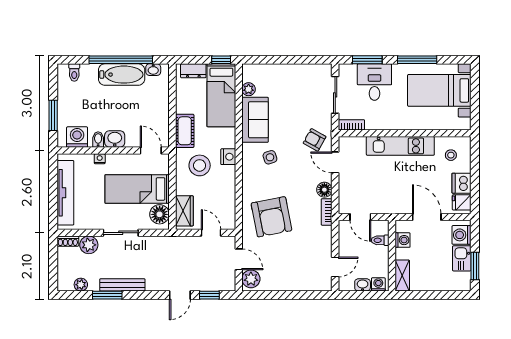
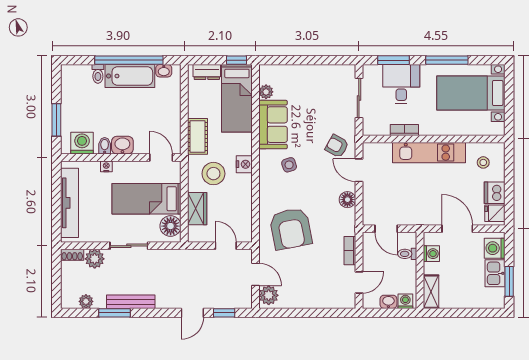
toilet: (74, 73) -> (98, 74), moved
bookcase: (351, 125) -> (404, 130), moved
wardrobe: (184, 211) -> (197, 209), moved
bookcase: (327, 212) -> (350, 251), moved

